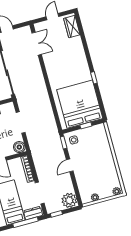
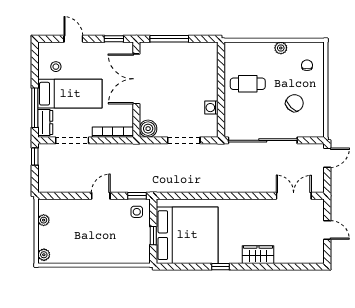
wardrobe: (72, 27) -> (258, 255), moved
double door: (37, 44) -> (294, 196), swing flipped
door: (70, 165) -> (101, 196), hinge flipped
plant: (69, 200) -> (49, 181), removed

